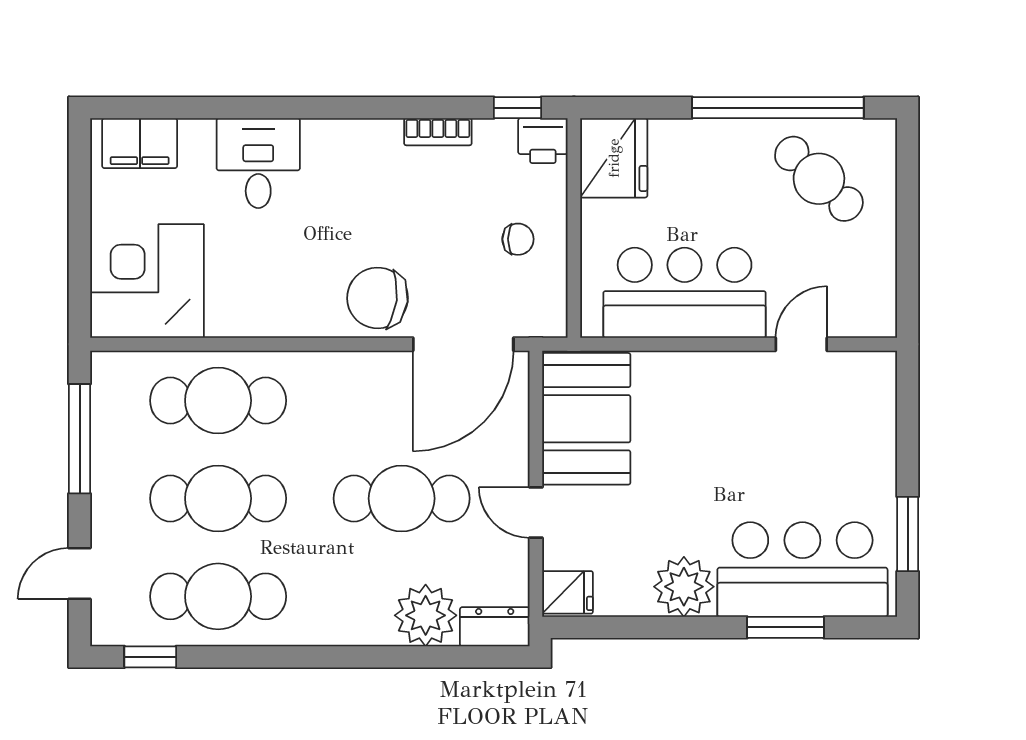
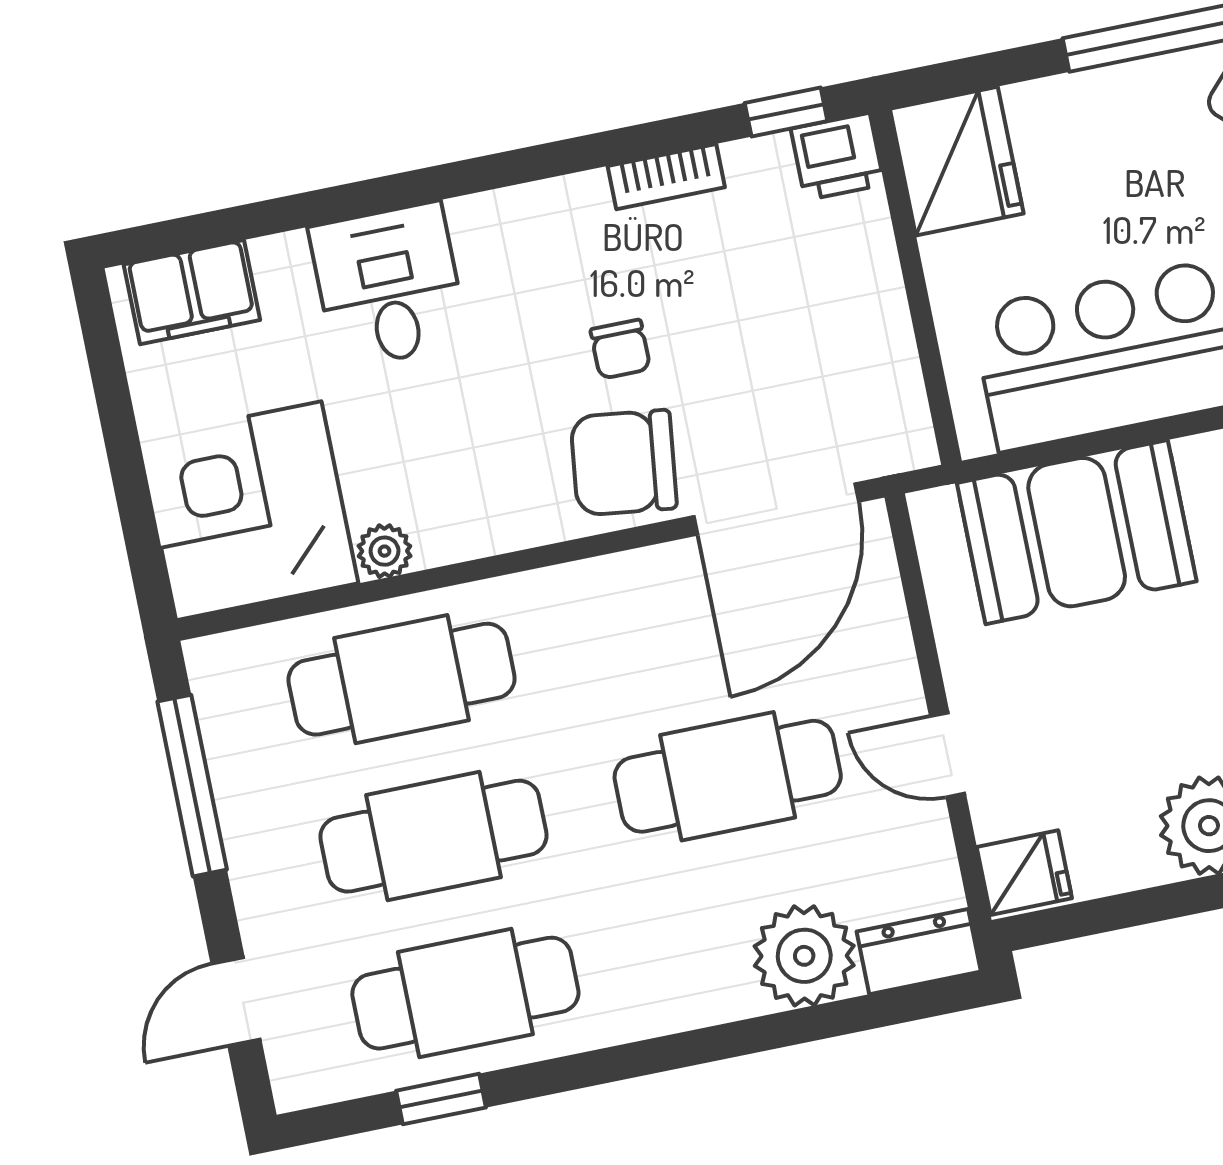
chair: (518, 239) -> (620, 349), moved, turned 90
plant: (223, 322) -> (385, 551), added
booth: (586, 419) -> (1077, 532), moved, turned 90
window: (150, 657) -> (441, 1099), moved

